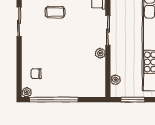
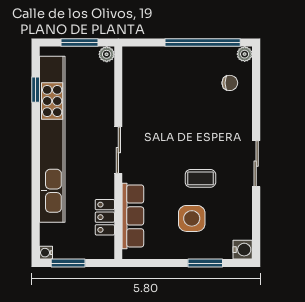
plant: (100, 53) -> (130, 115), removed
plant: (115, 80) -> (107, 54), moved

